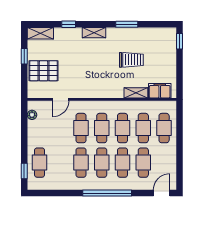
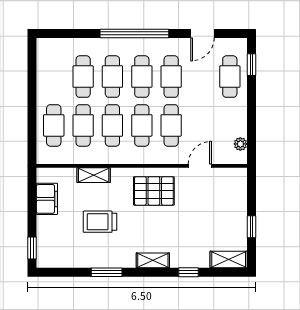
pallet: (44, 71) -> (154, 191), moved
filing cabinet: (160, 91) -> (47, 199), moved, turned -90
door: (162, 193) -> (203, 33), moved

